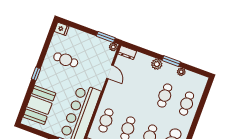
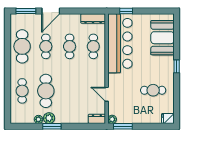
plant: (157, 64) -> (49, 118), moved
cafe table: (165, 96) -> (46, 91), width x1.37, depth x1.35

